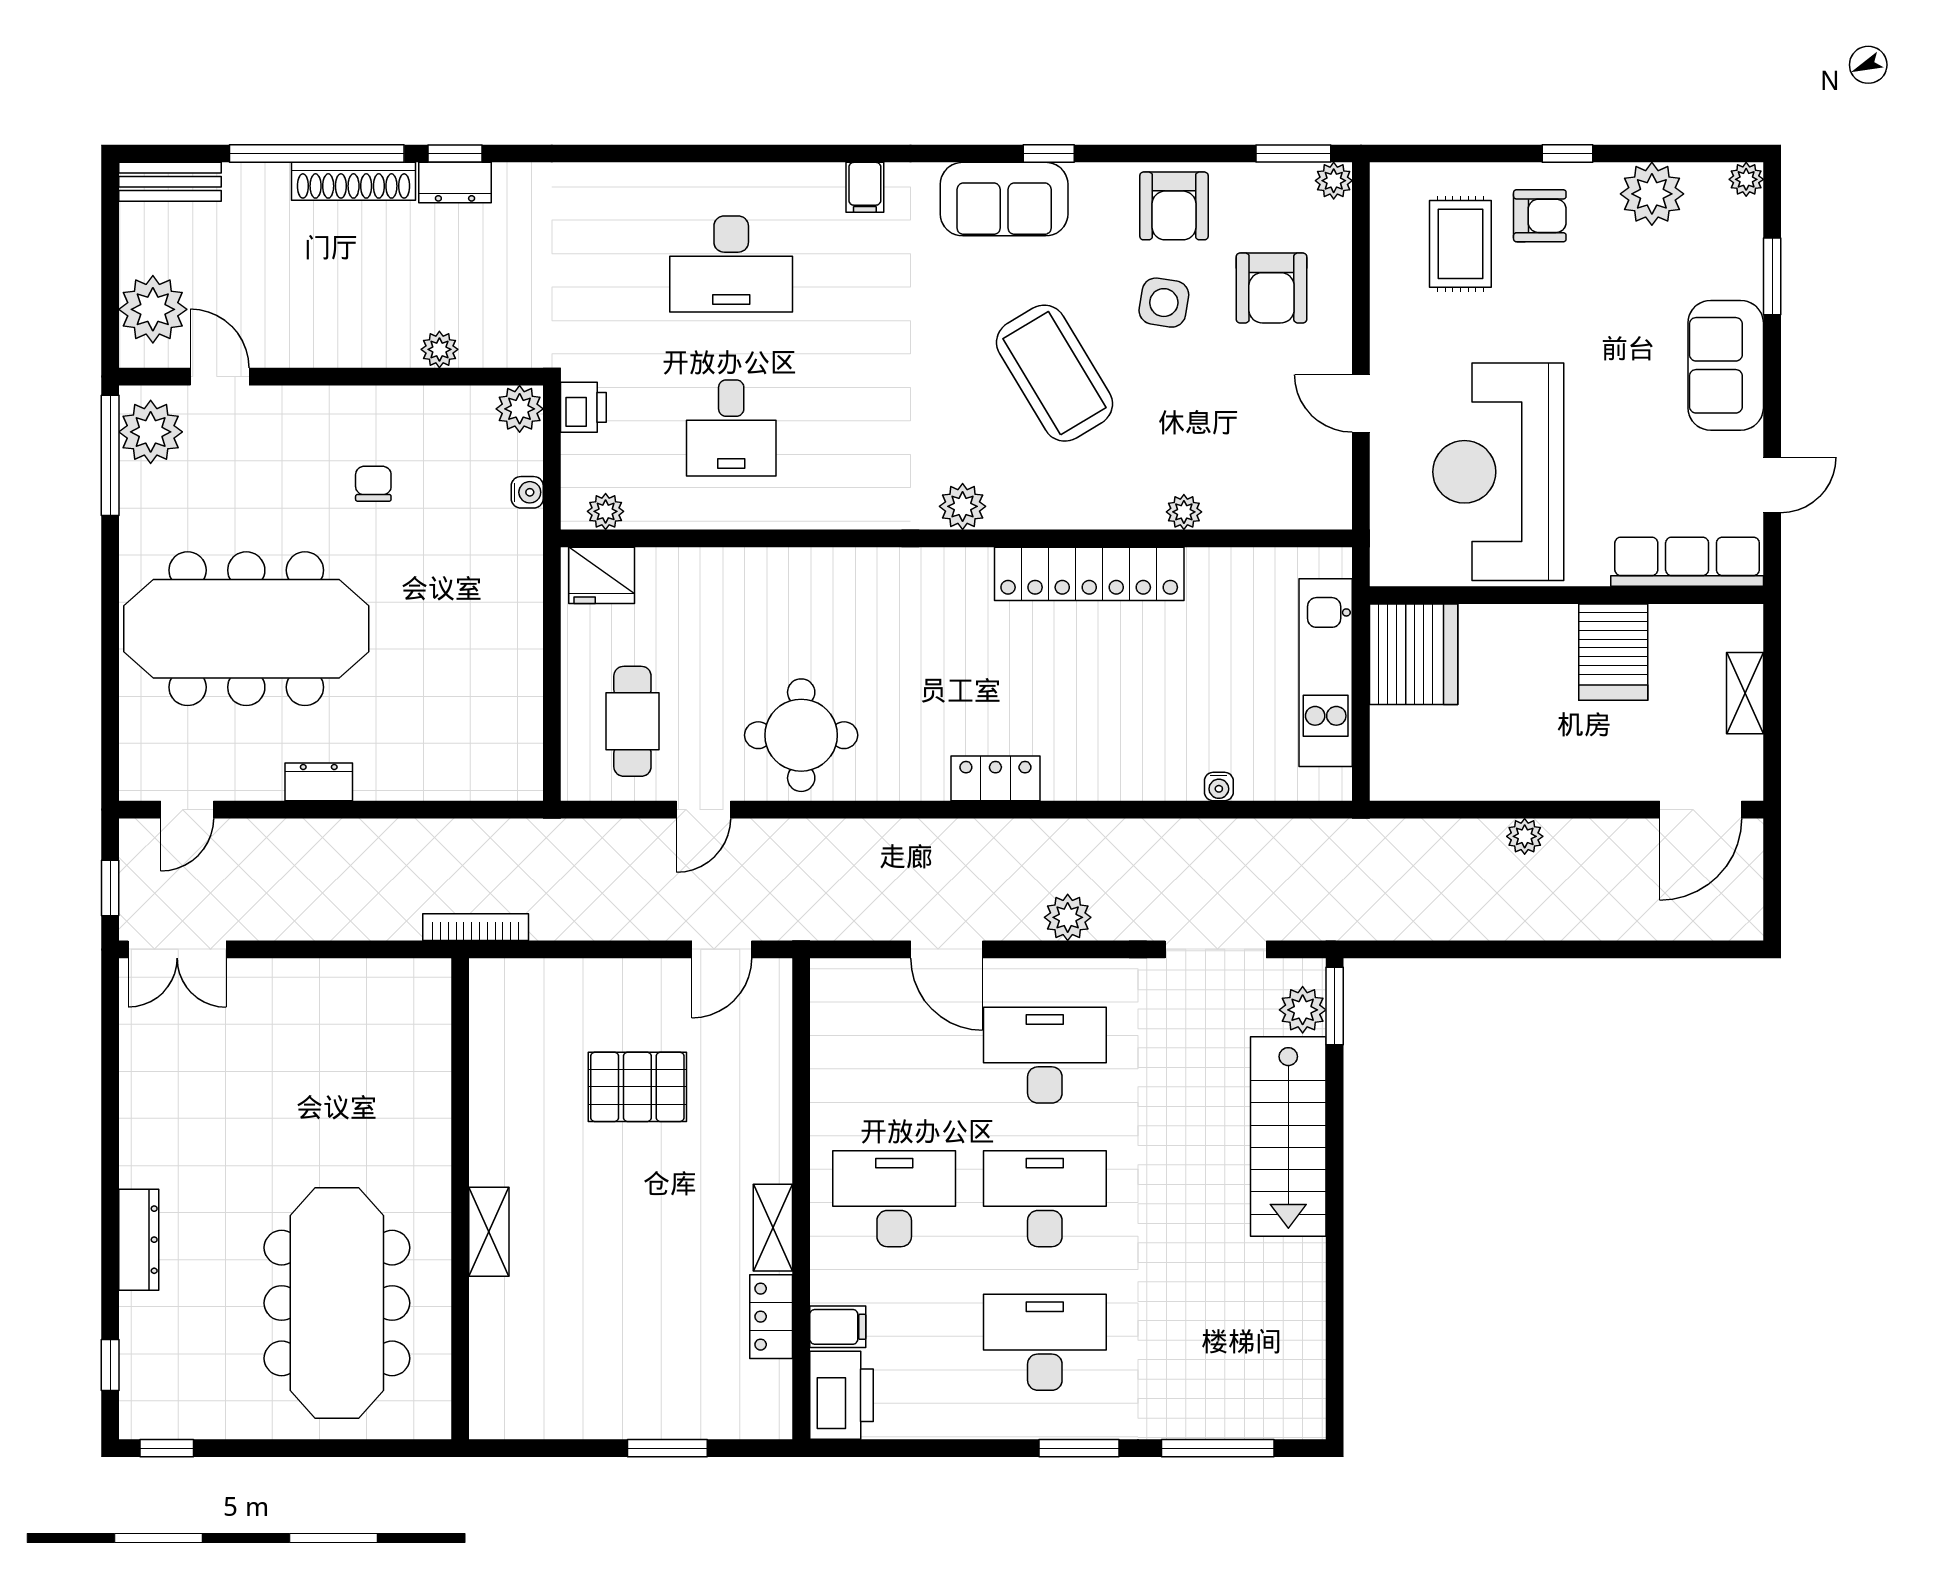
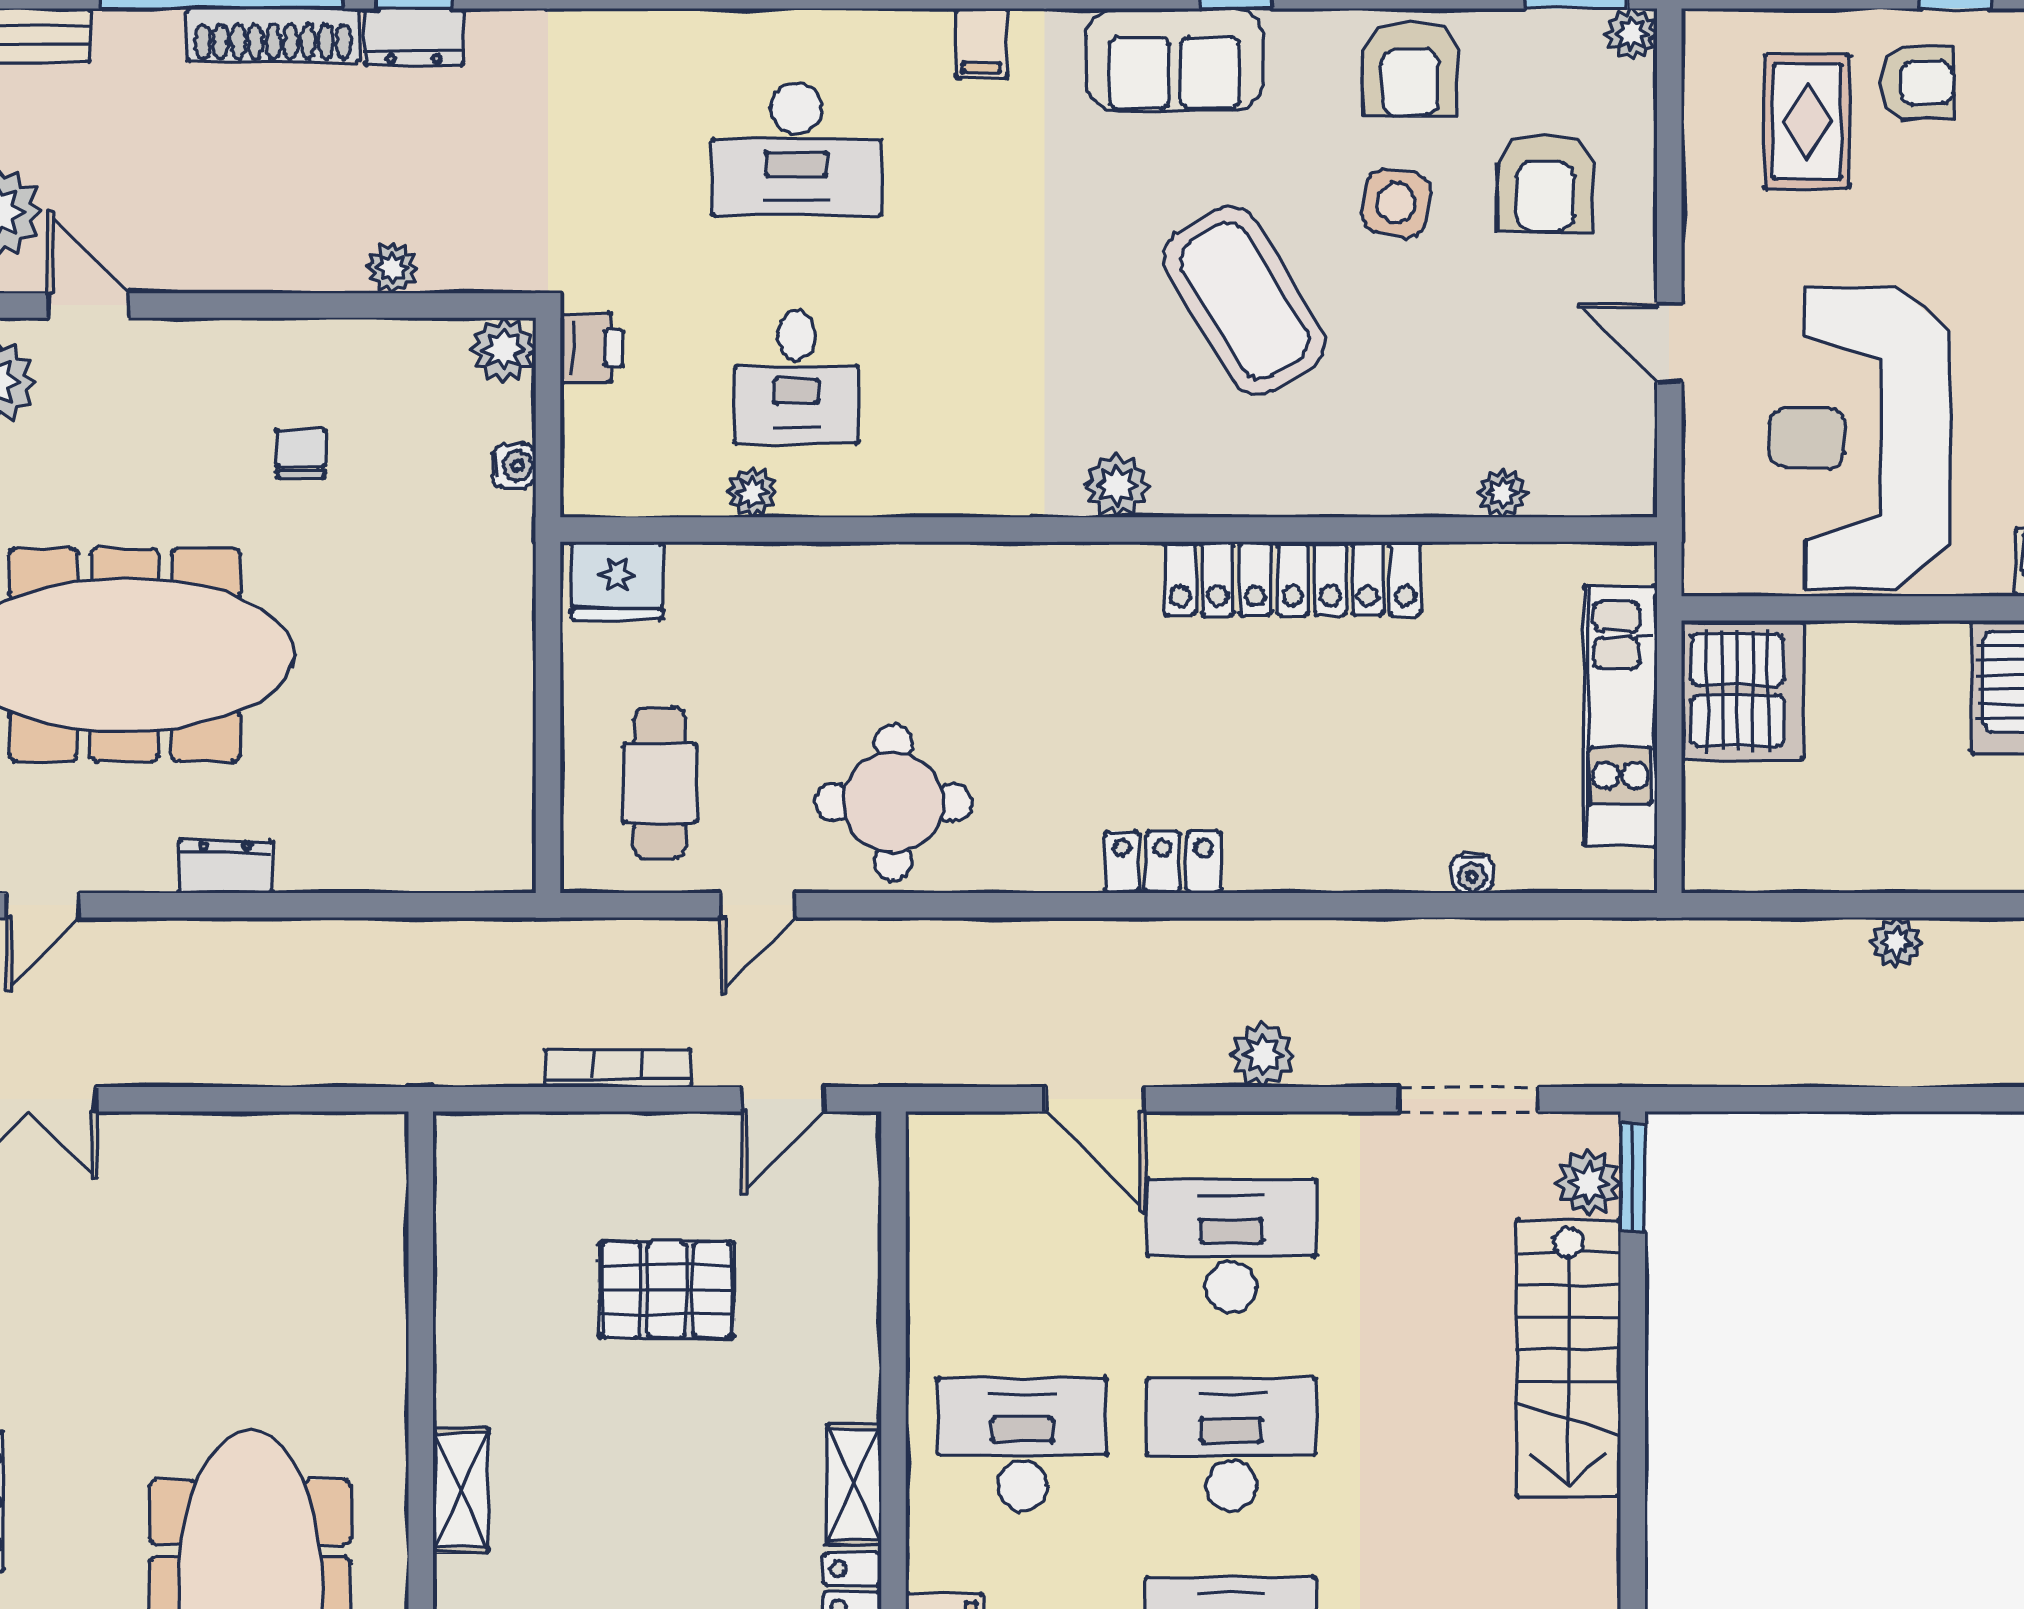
plant: (606, 511) -> (752, 492), moved
plant: (1184, 512) -> (1502, 493), moved
bookcase: (476, 927) -> (618, 1068), moved

